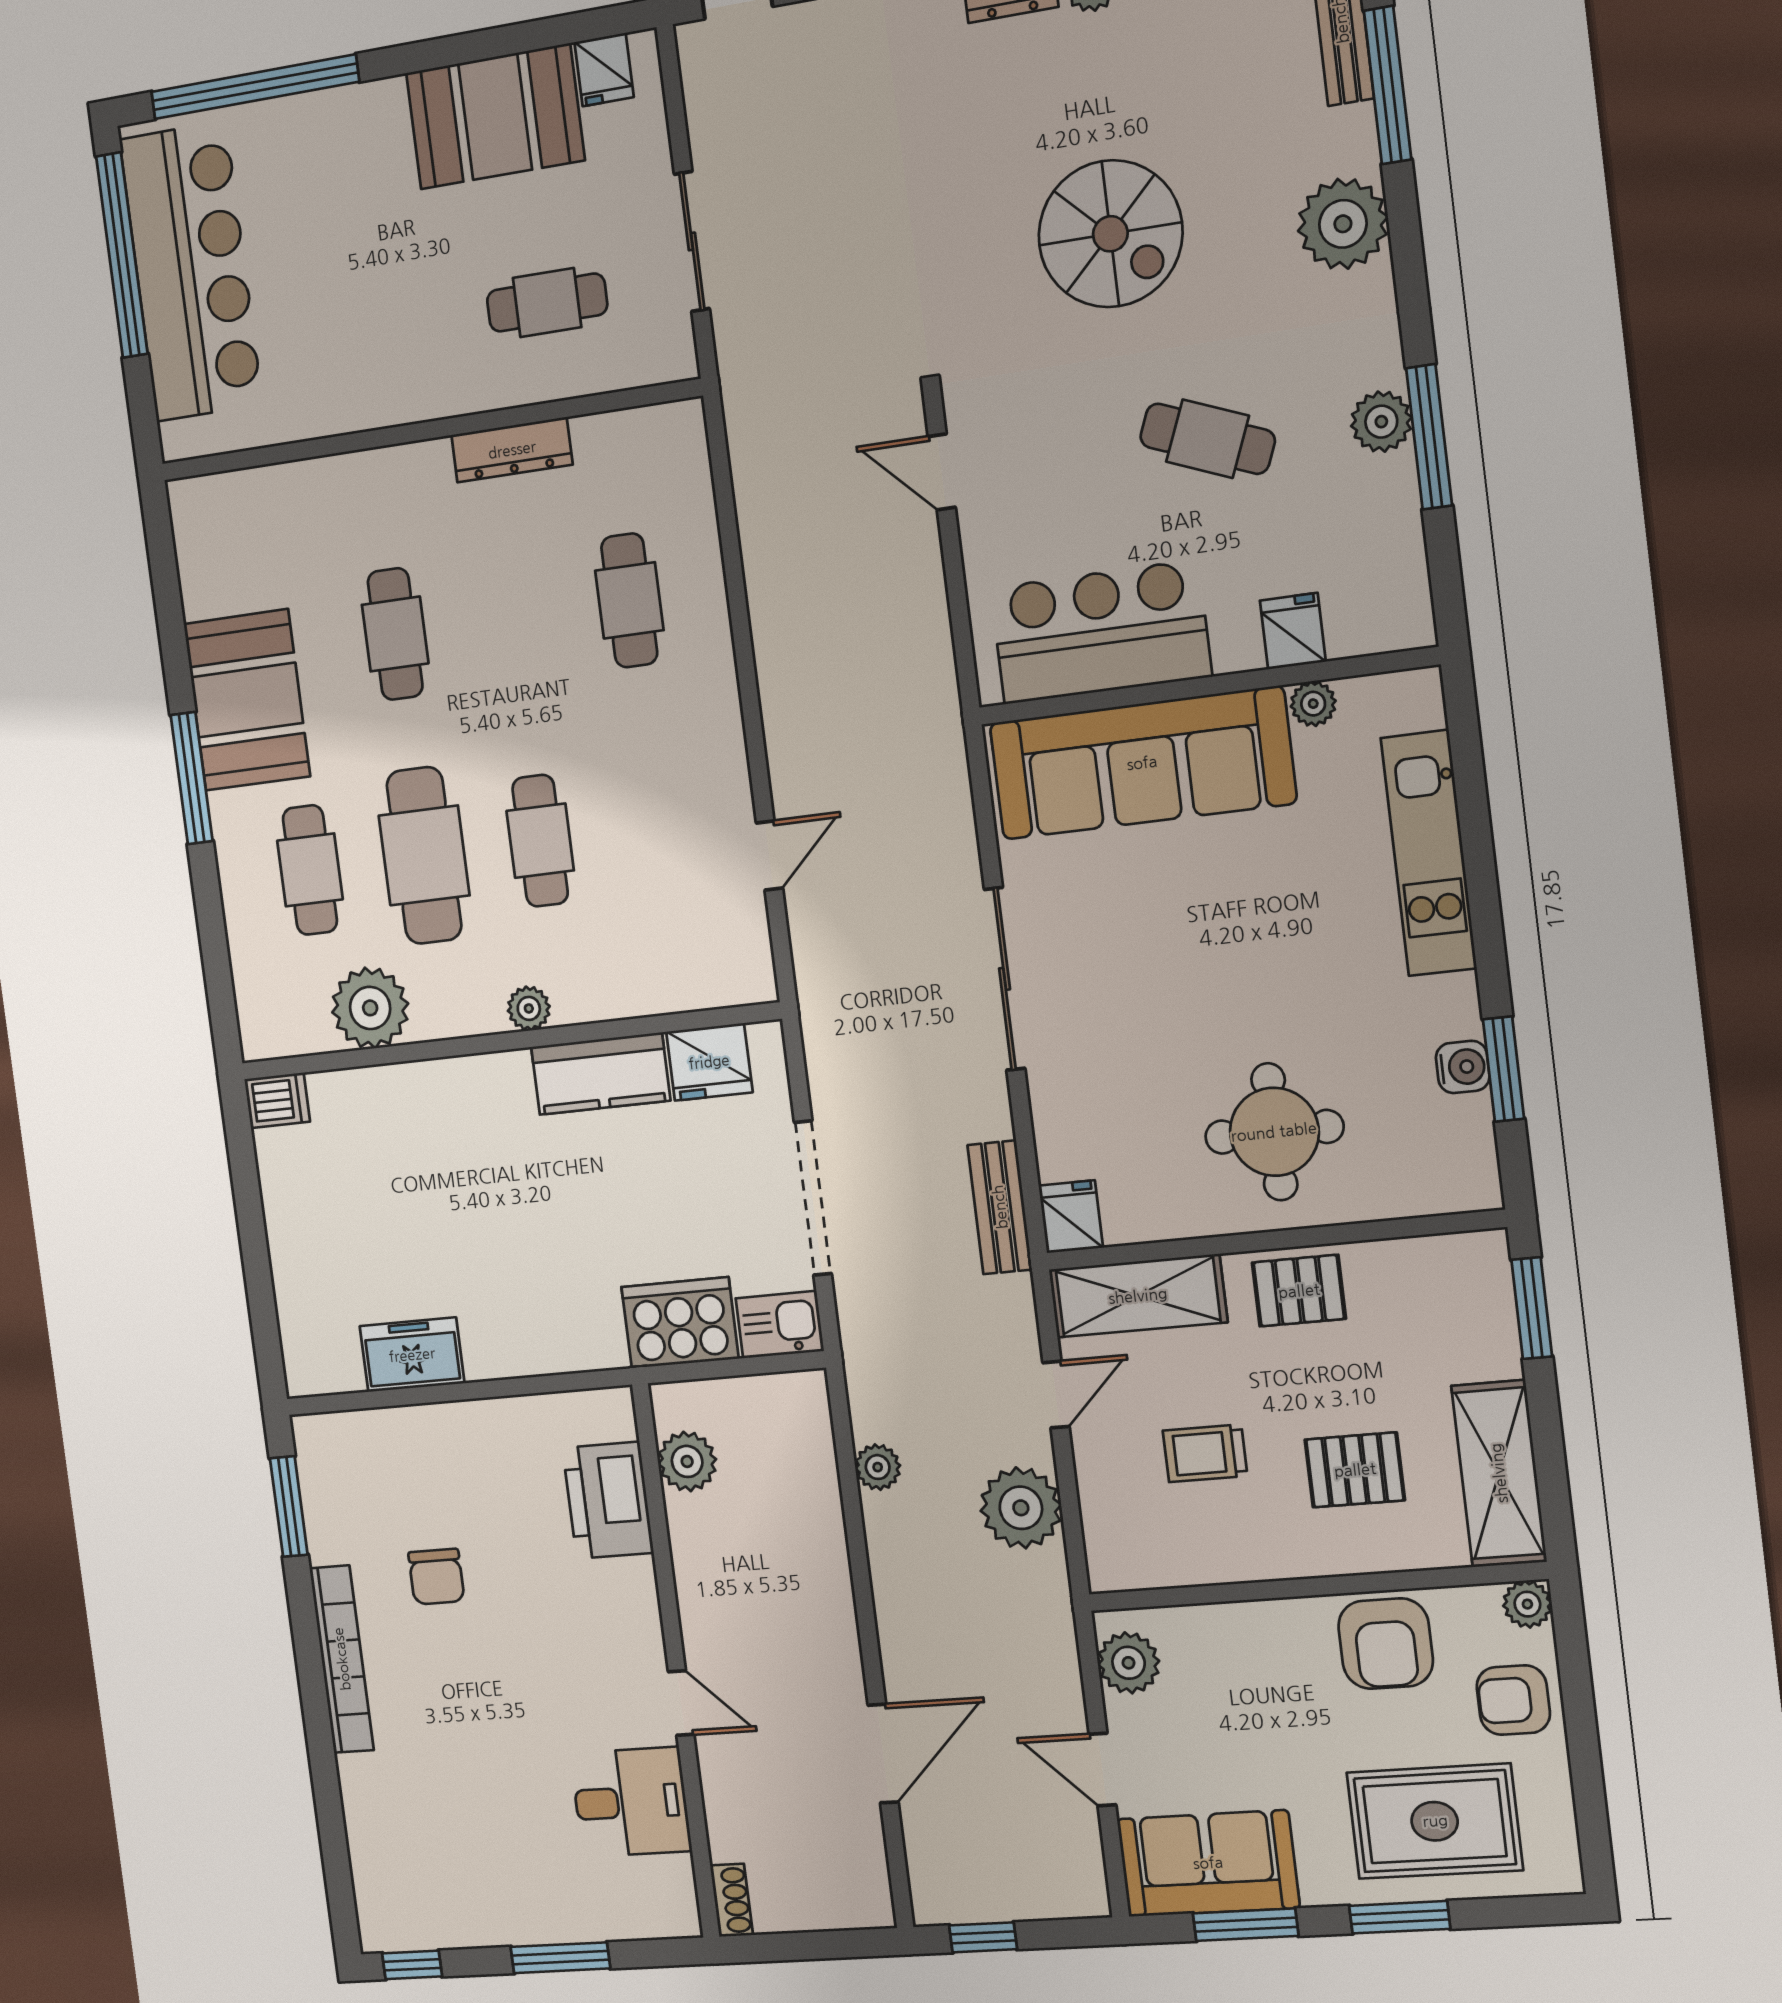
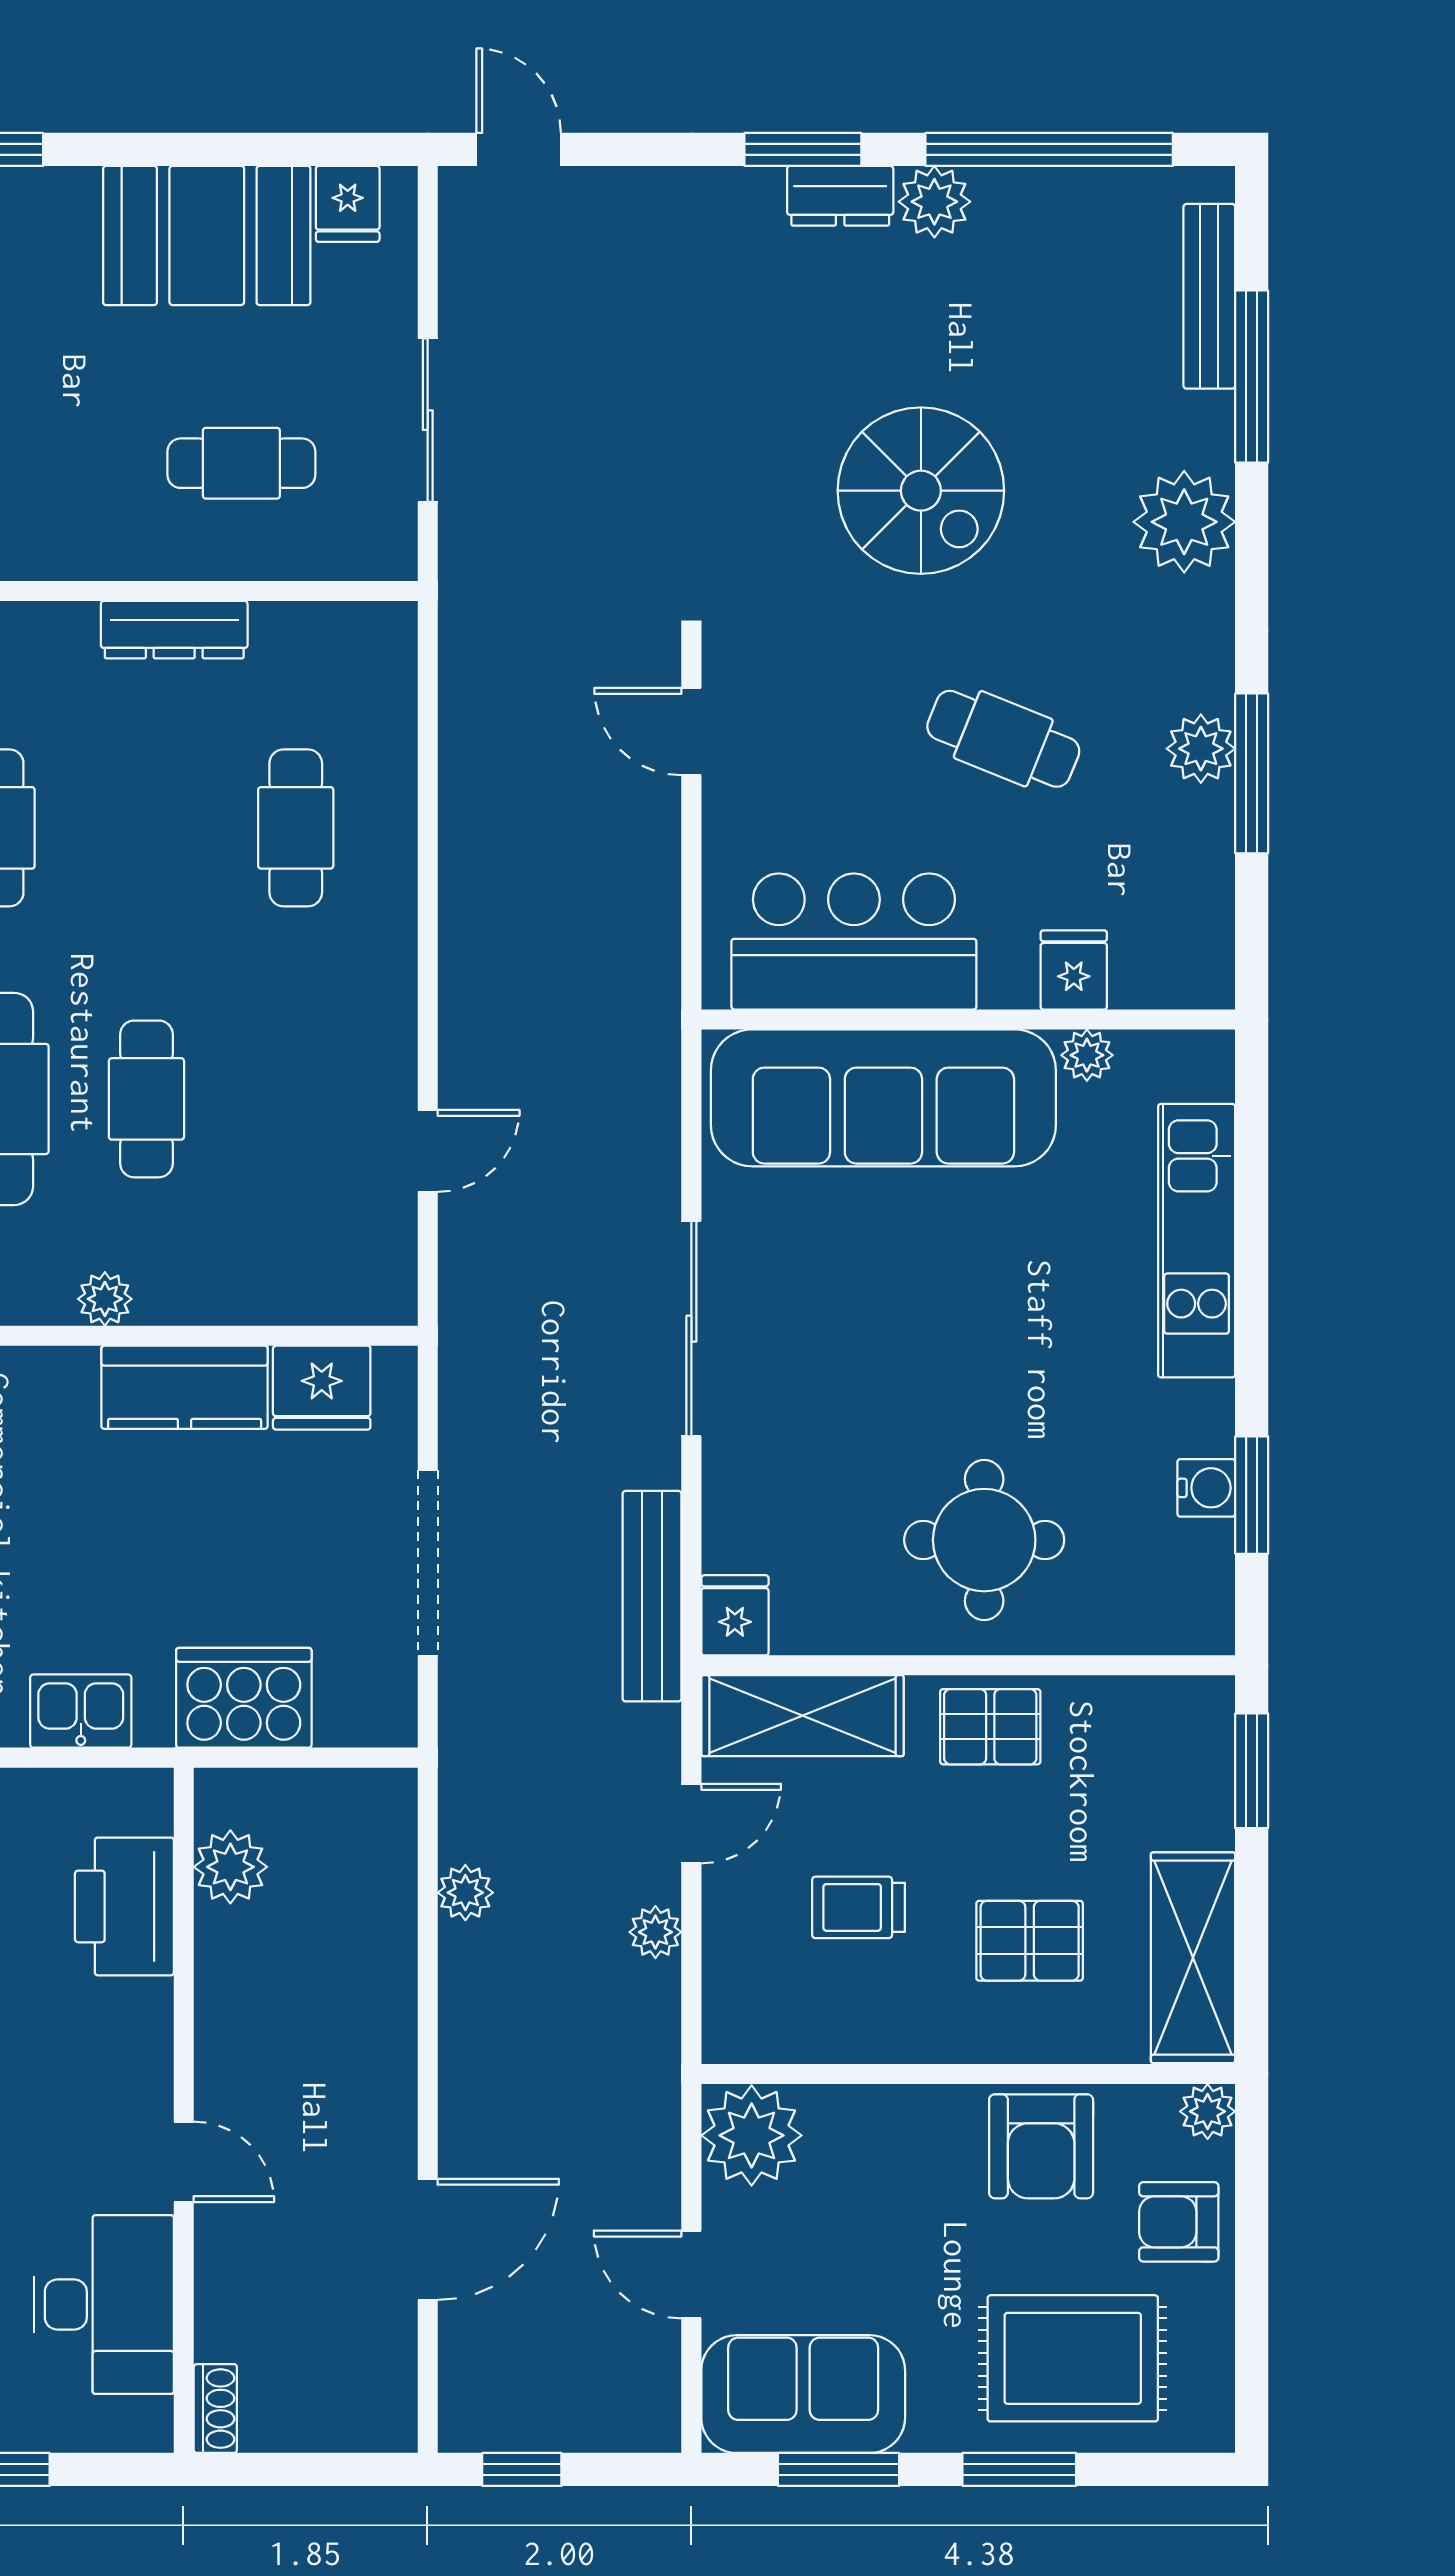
bench: (1000, 1207) -> (652, 1596), width x1.36
kitchen sink: (780, 1325) -> (81, 1711), moved
plant: (1021, 1508) -> (655, 1932), width x0.53, depth x0.53
plant: (1129, 1663) -> (752, 2135), width x1.36, depth x1.36
desk: (631, 1802) -> (104, 2305), width x1.37

